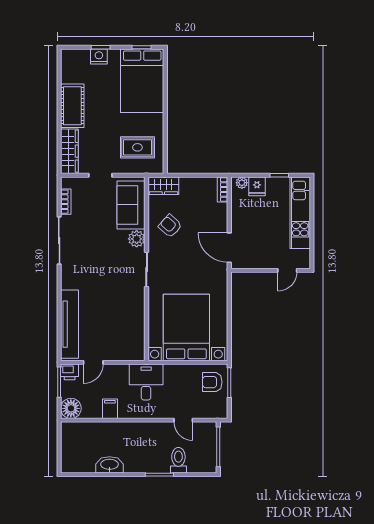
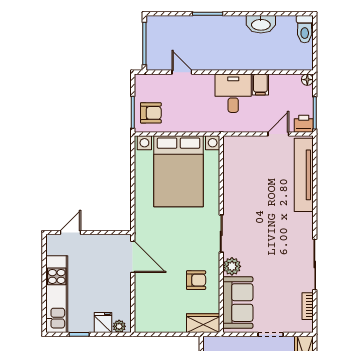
bookcase: (223, 189) -> (140, 319), removed
armchair: (170, 226) -> (196, 280), turned -42
desk: (146, 382) -> (233, 93), moved, turned 180
floor lamp: (71, 408) -> (307, 80), width x0.53, depth x0.53
toilet: (178, 460) -> (305, 29), moved

